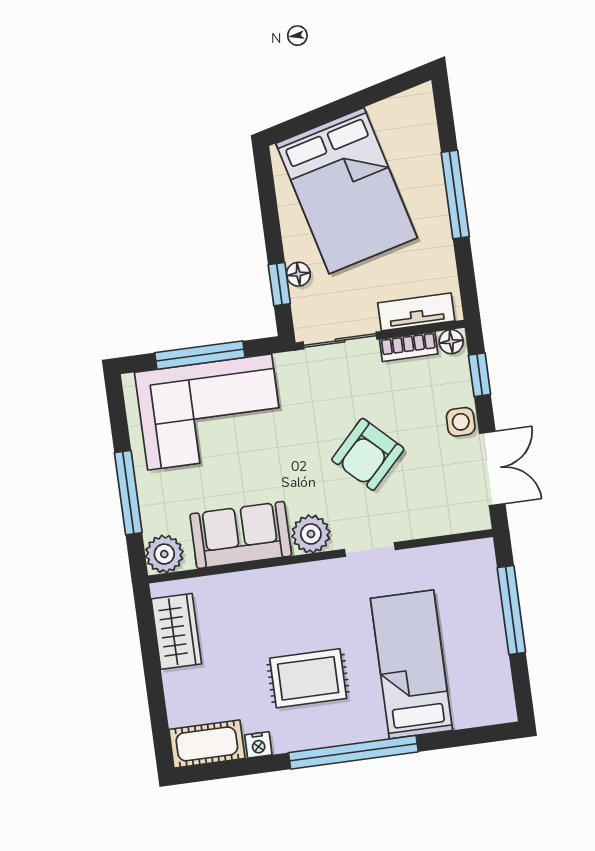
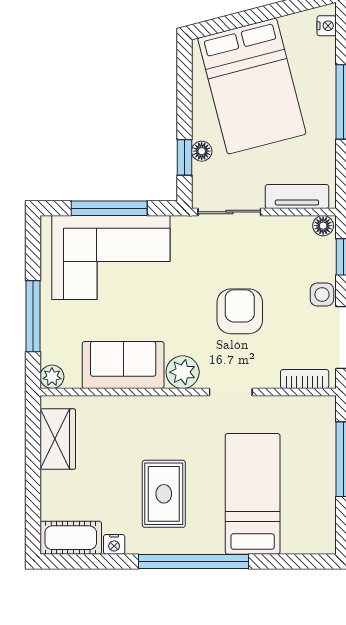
nightstand: (424, 109) -> (327, 26), added
bookcase: (409, 347) -> (305, 379), moved, turned 180
armchair: (368, 454) -> (240, 311), turned 136
plant: (164, 554) -> (52, 377), width x0.73, depth x0.73
rug: (308, 678) -> (164, 494), turned 90

